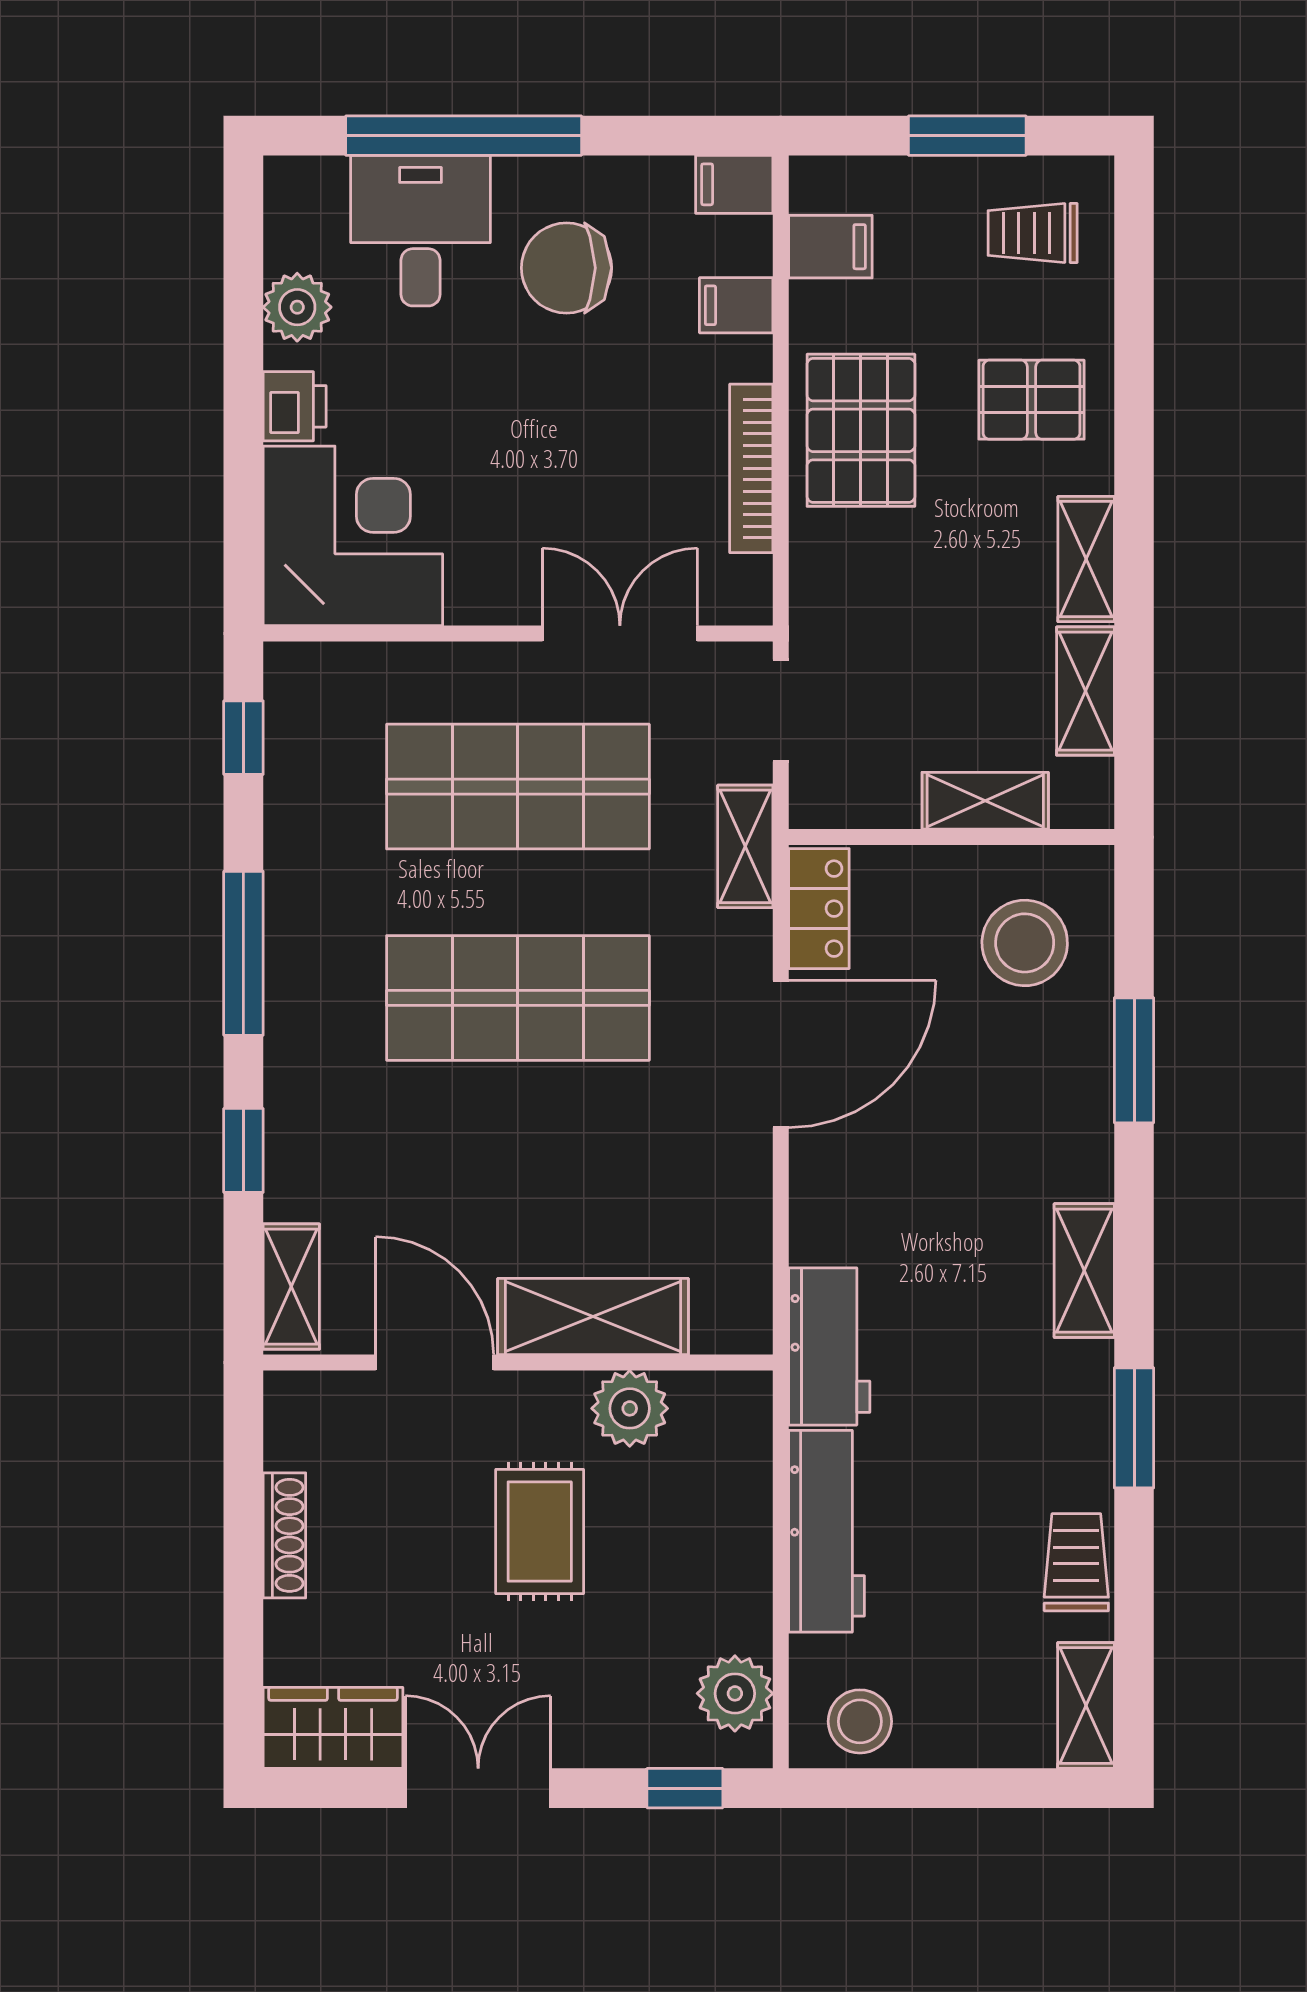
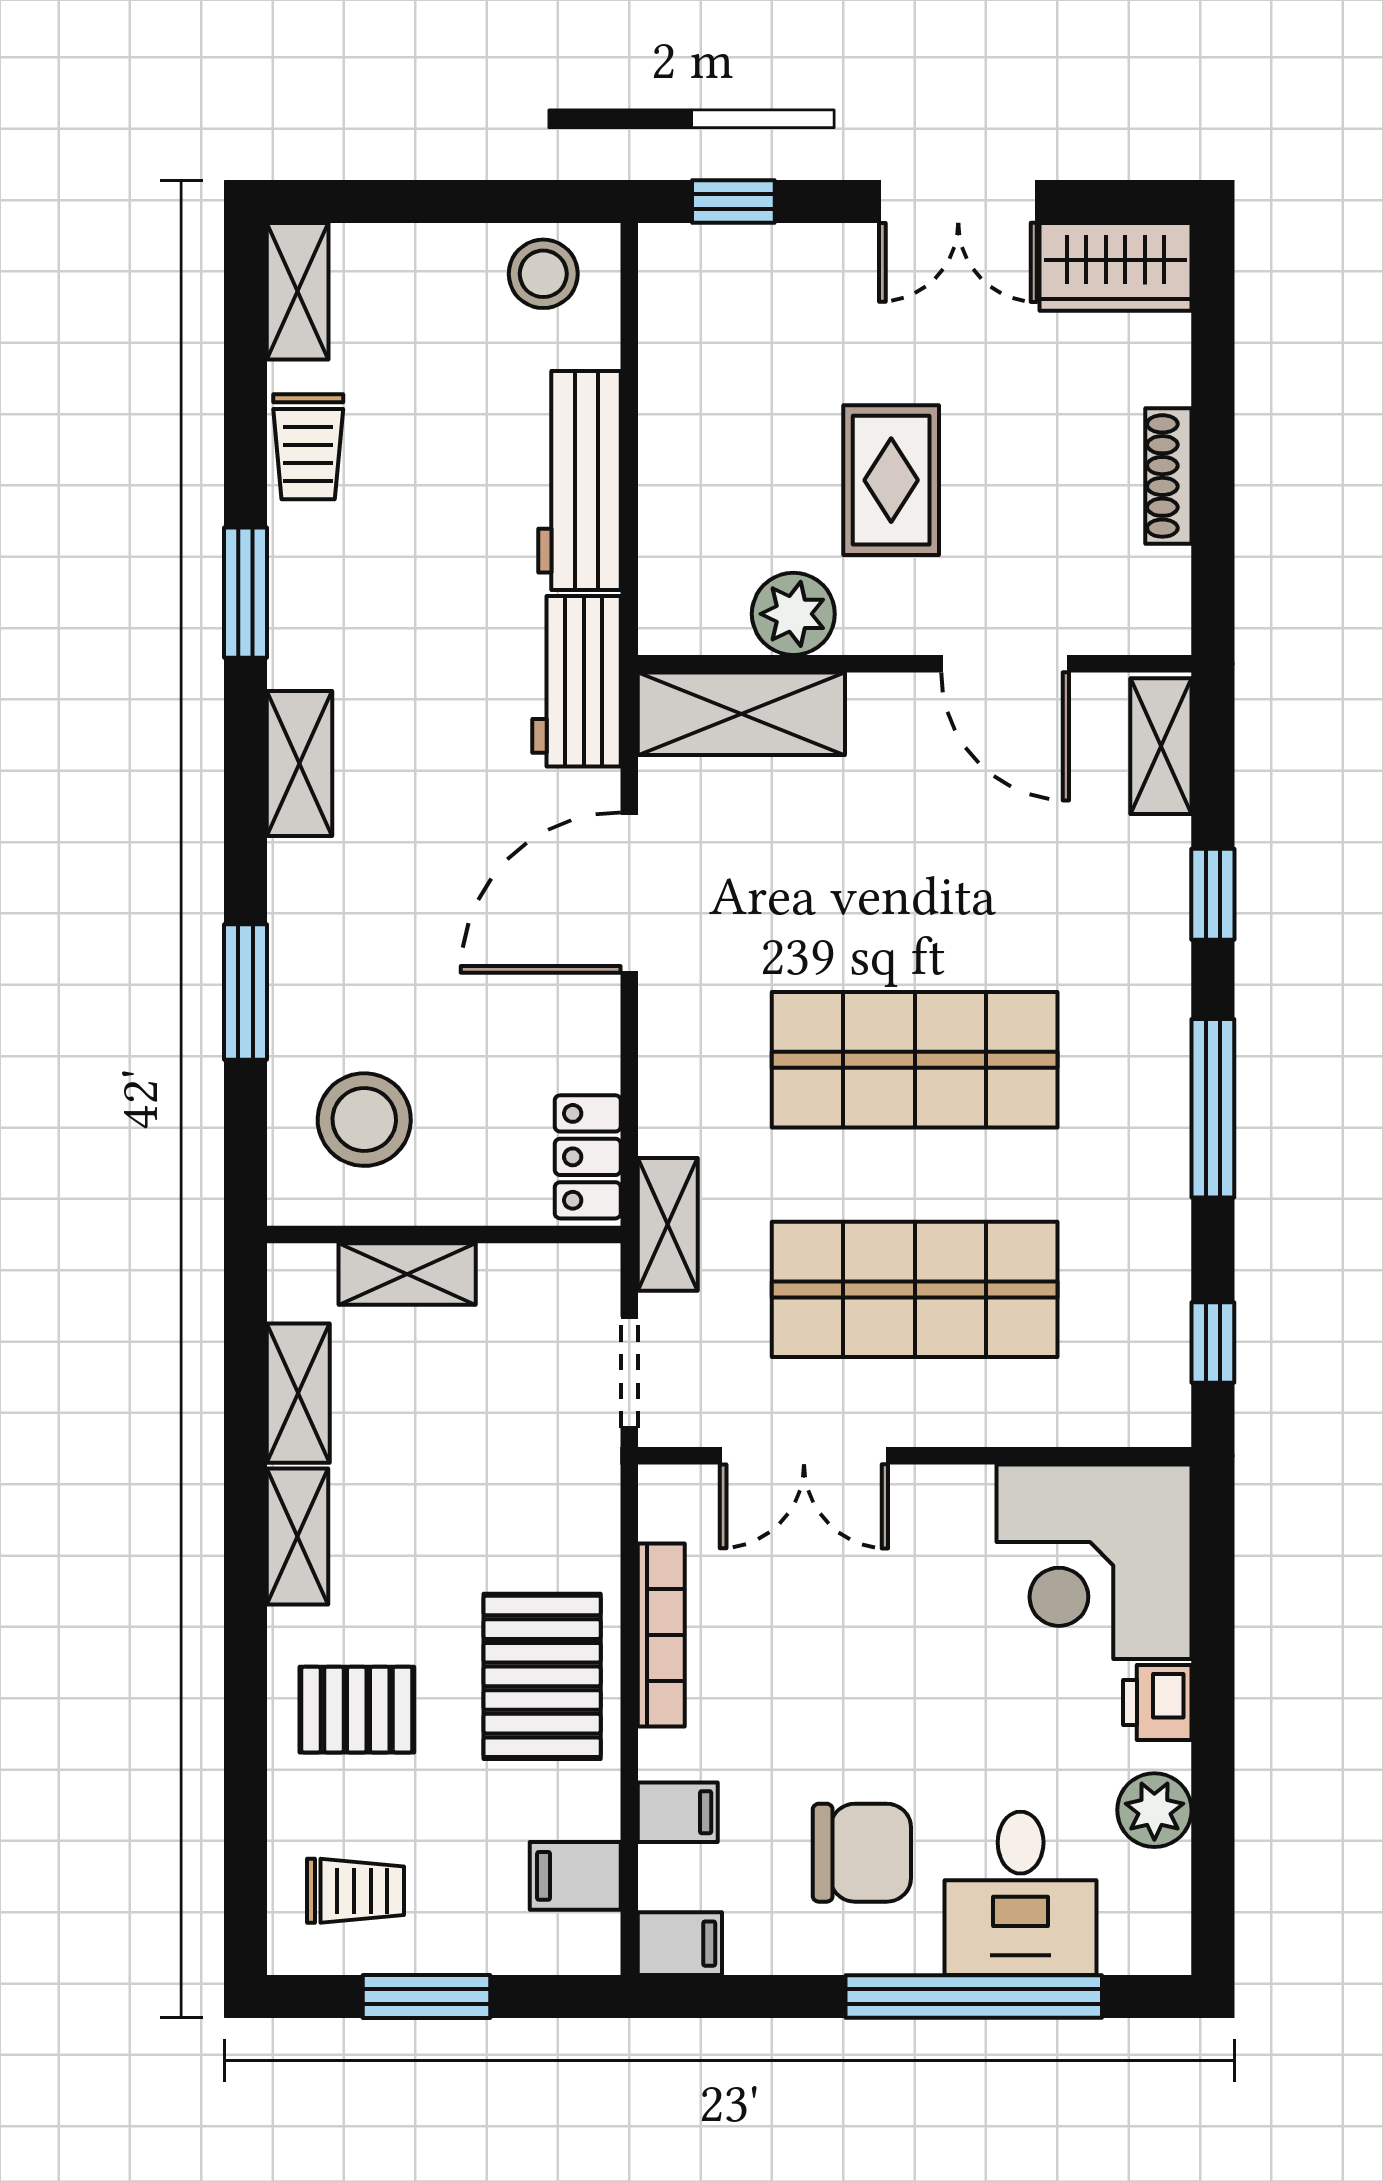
door: (781, 1054) -> (629, 893), moved
shelving: (593, 1316) -> (741, 714), moved
plant: (735, 1693) -> (679, 304), removed

